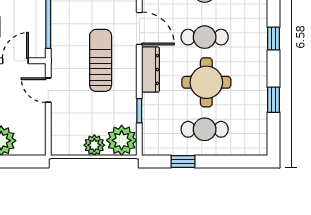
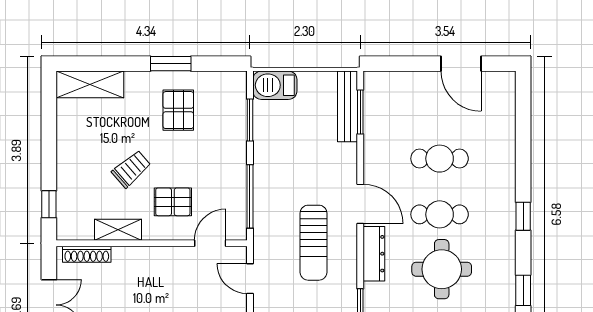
sun lounger: (101, 60) -> (313, 243), turned 180

